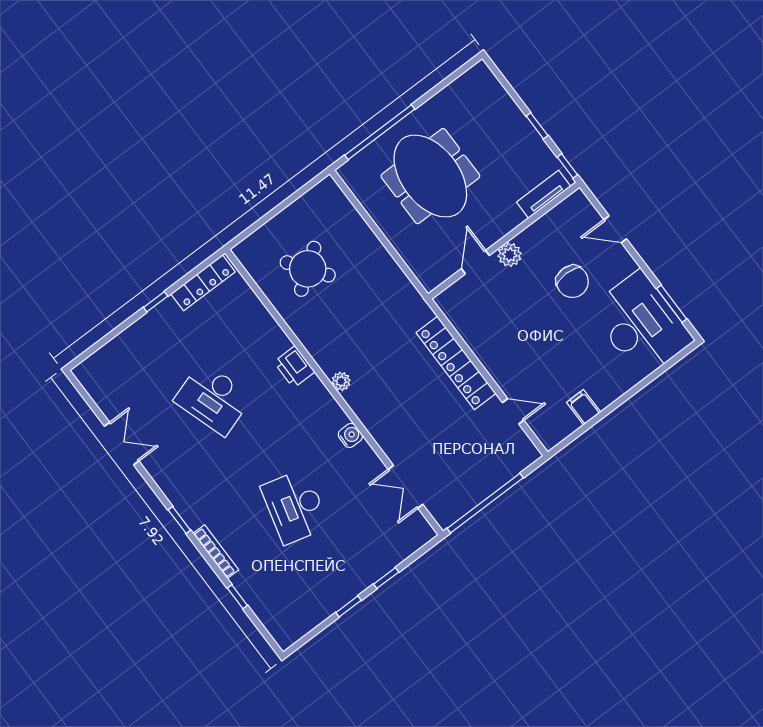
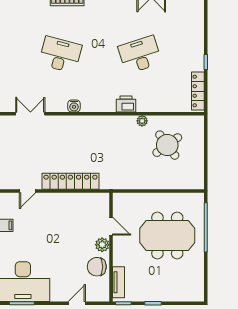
chair: (572, 281) -> (97, 267), moved
plant: (341, 381) -> (142, 121), moved

